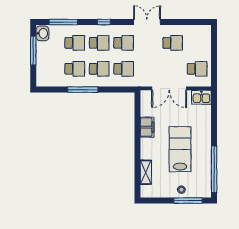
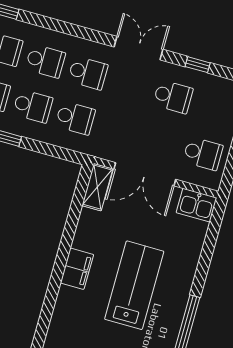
window: (104, 22) -> (198, 65), moved
filing cabinet: (147, 127) -> (77, 269), moved
shelving: (146, 172) -> (97, 187), moved

